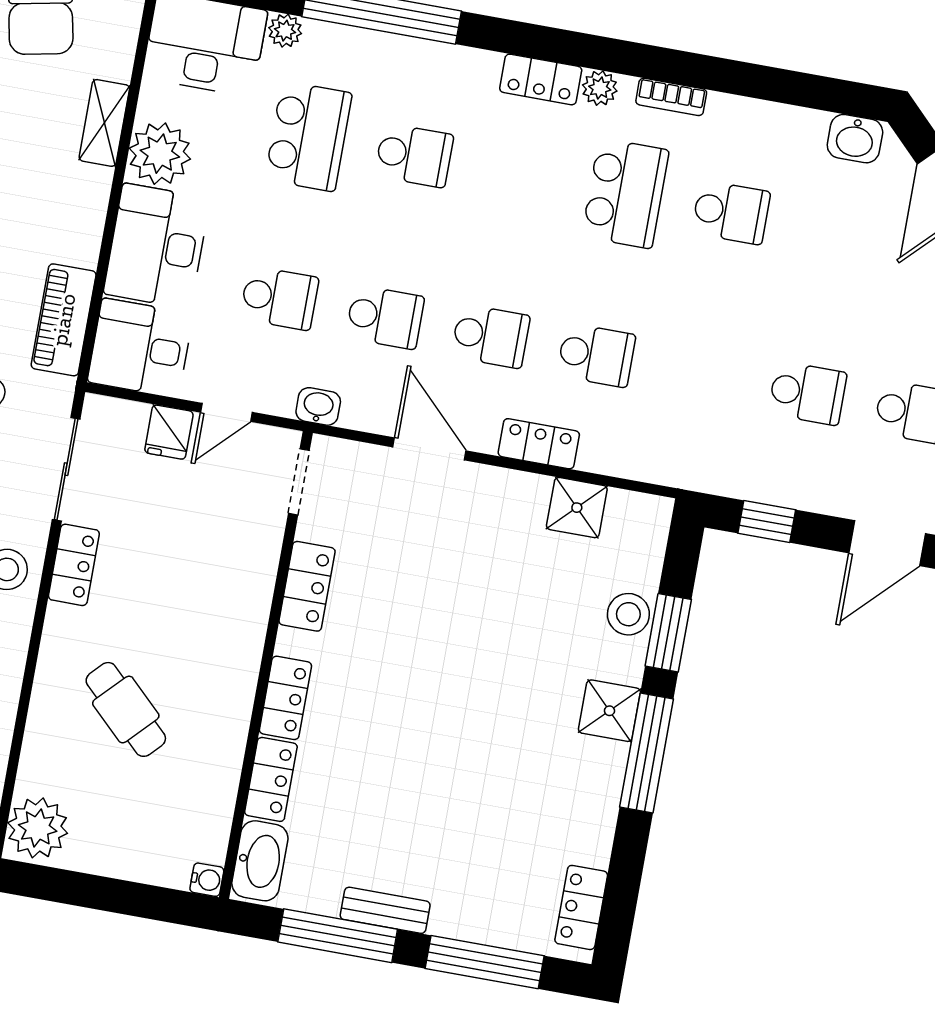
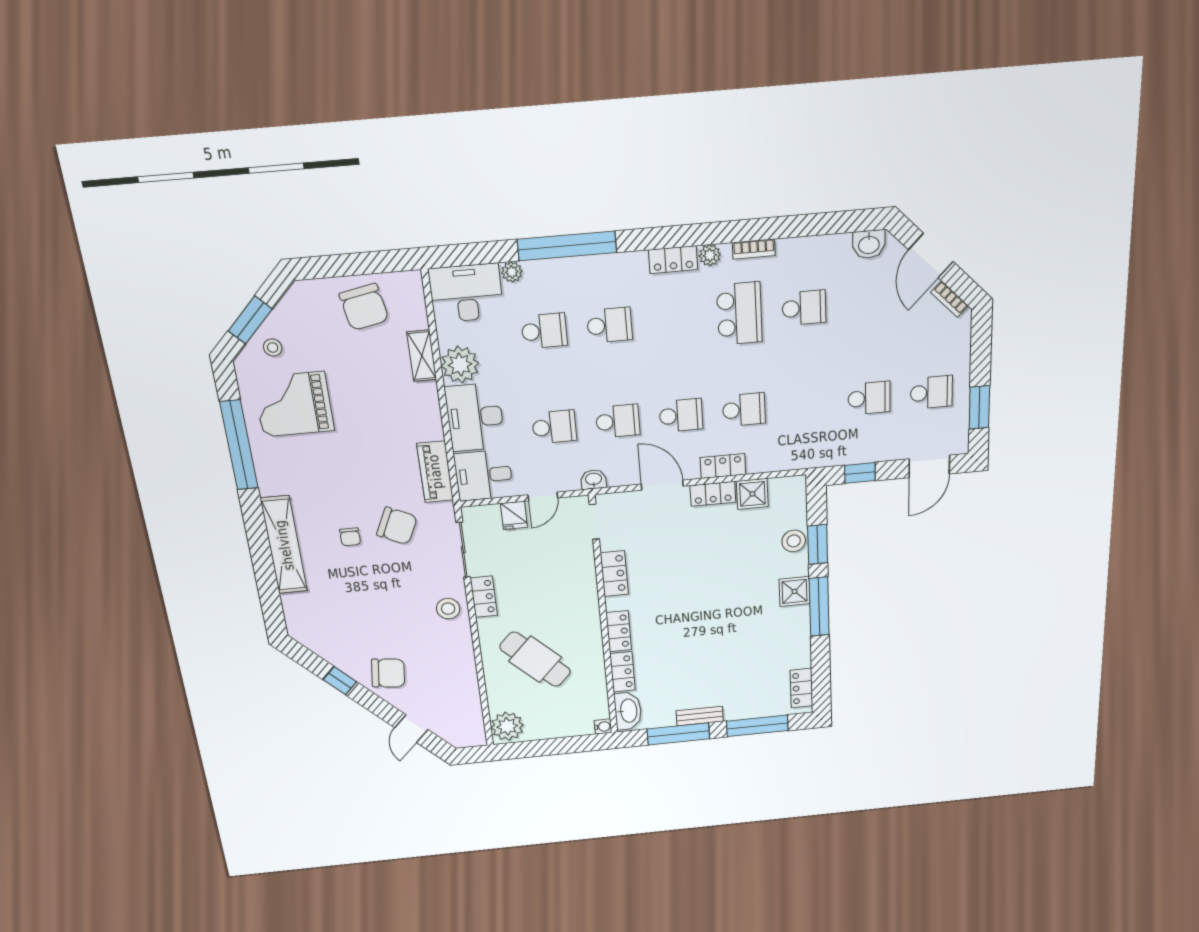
school desk: (308, 136) -> (544, 331), width x0.54
locker: (510, 488) -> (713, 494), added
cafe table: (126, 709) -> (535, 659), width x1.37, depth x1.35

